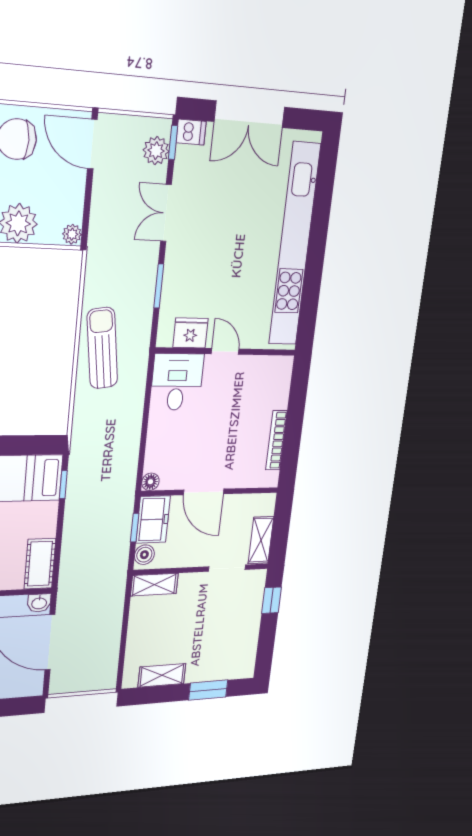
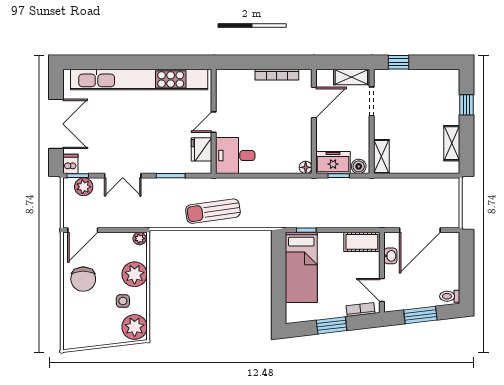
door: (204, 492) -> (314, 103), moved
washbasin: (39, 603) -> (390, 256), moved
window: (208, 690) -> (466, 105), width x0.67

